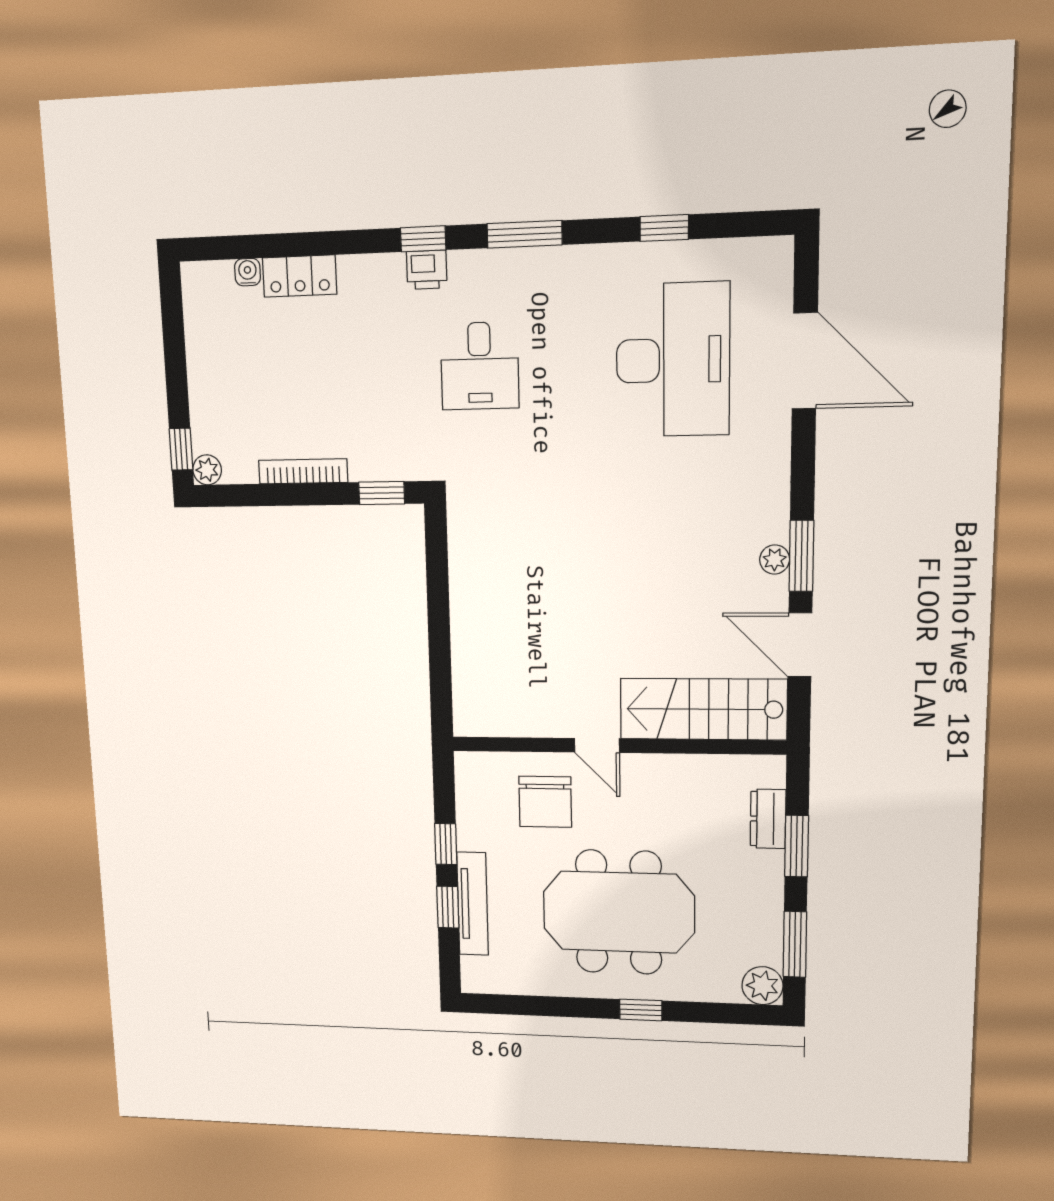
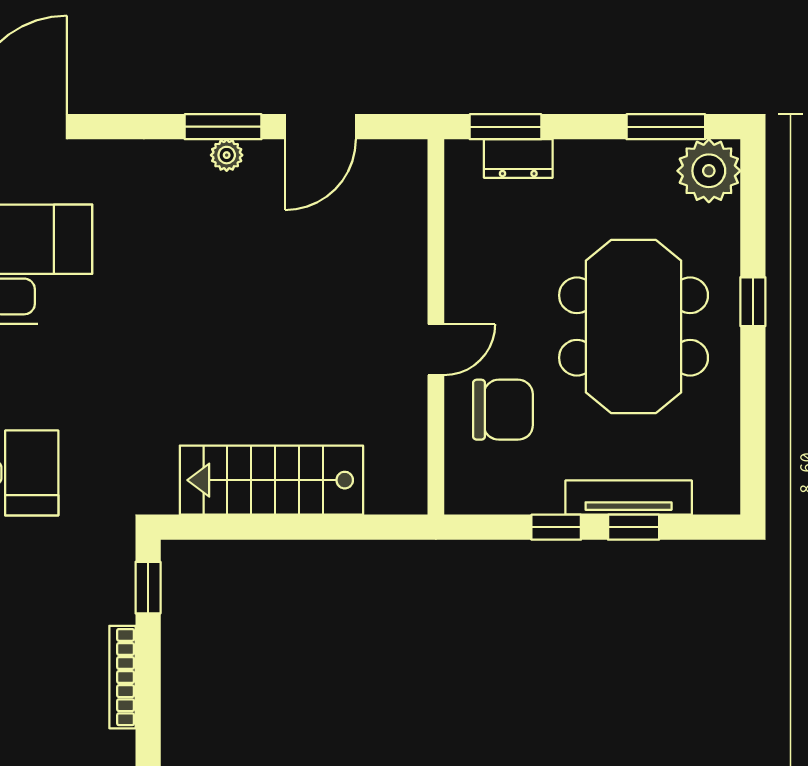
stairs: (703, 709) -> (271, 480), moved, turned 90
window: (797, 846) -> (506, 127), moved
plant: (762, 986) -> (709, 171), width x1.36, depth x1.36

